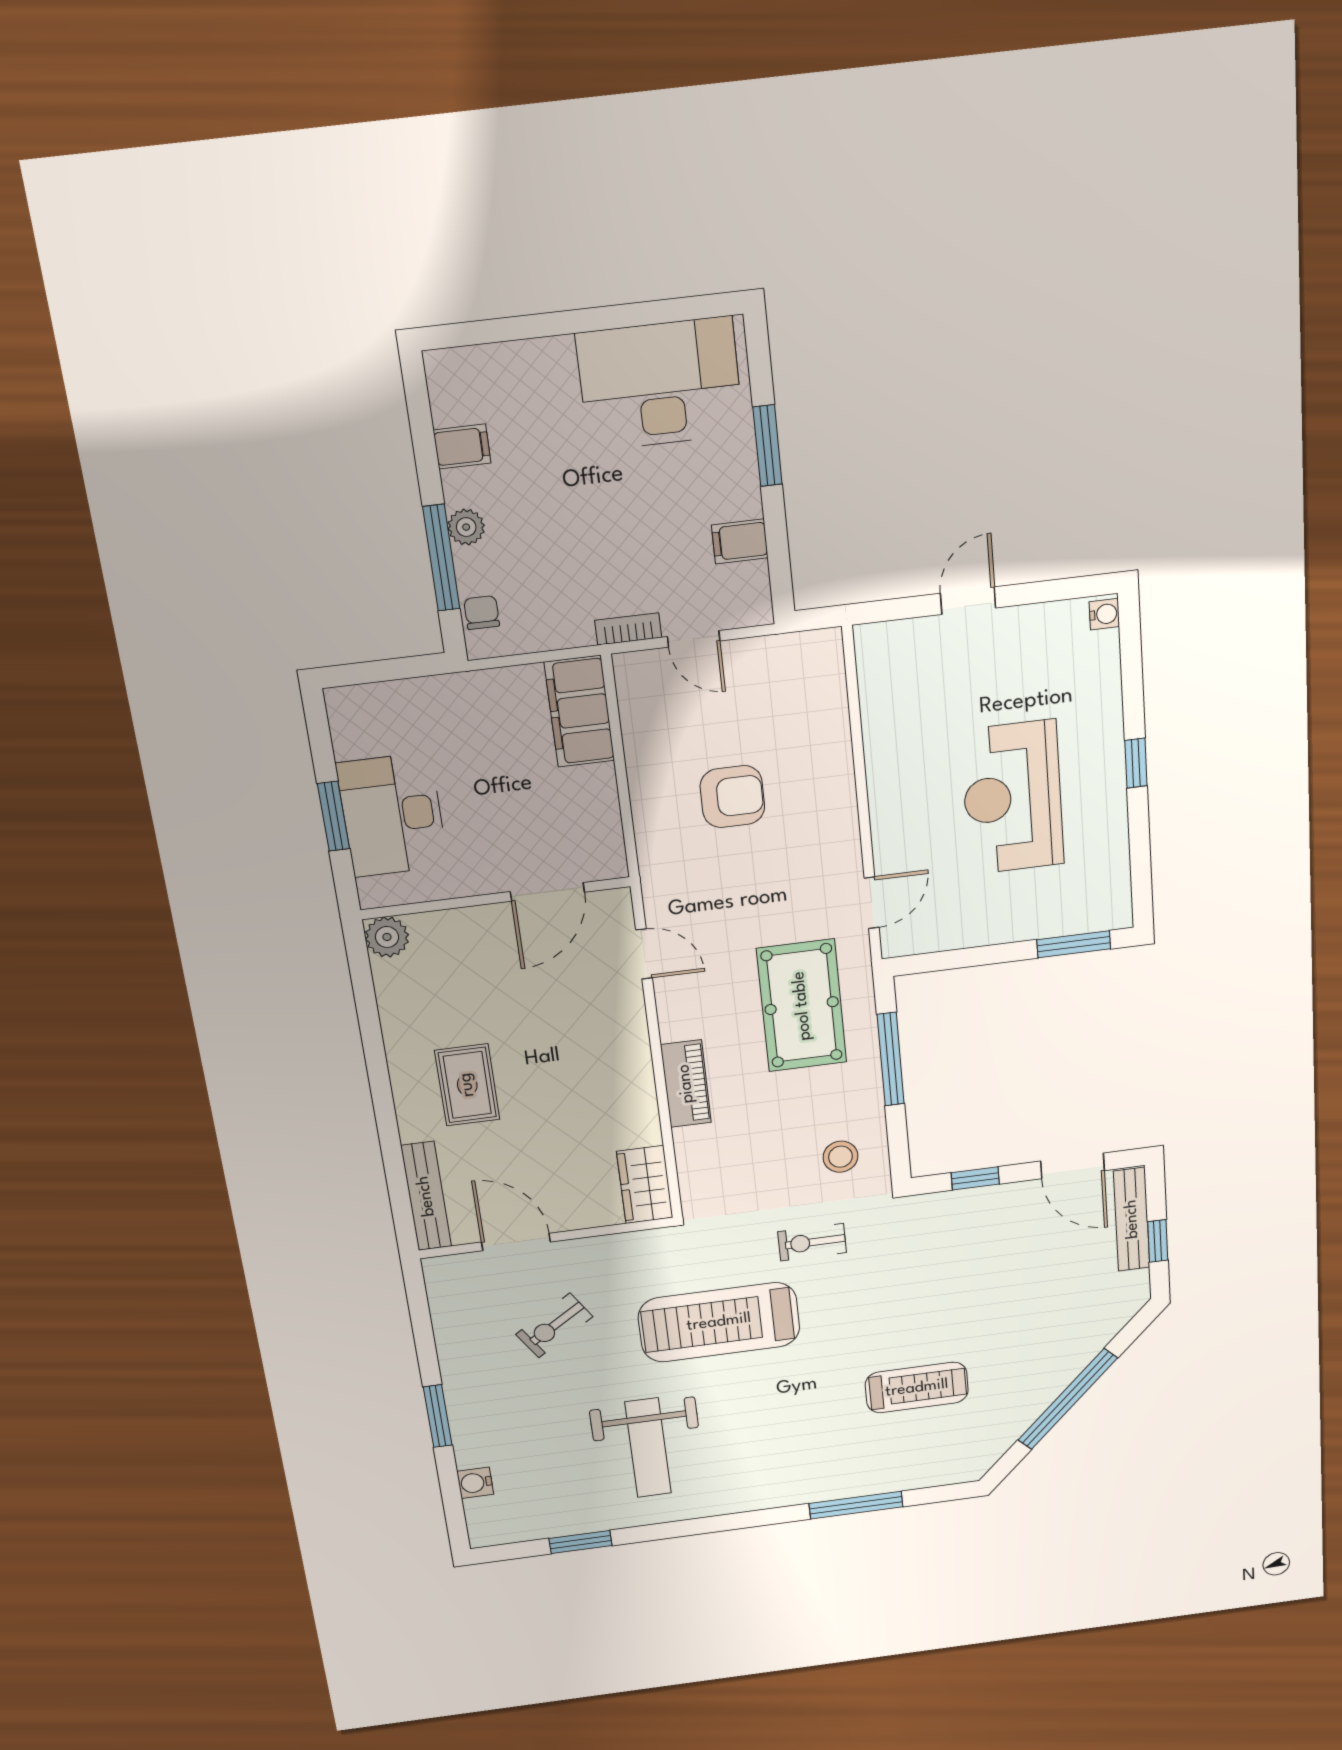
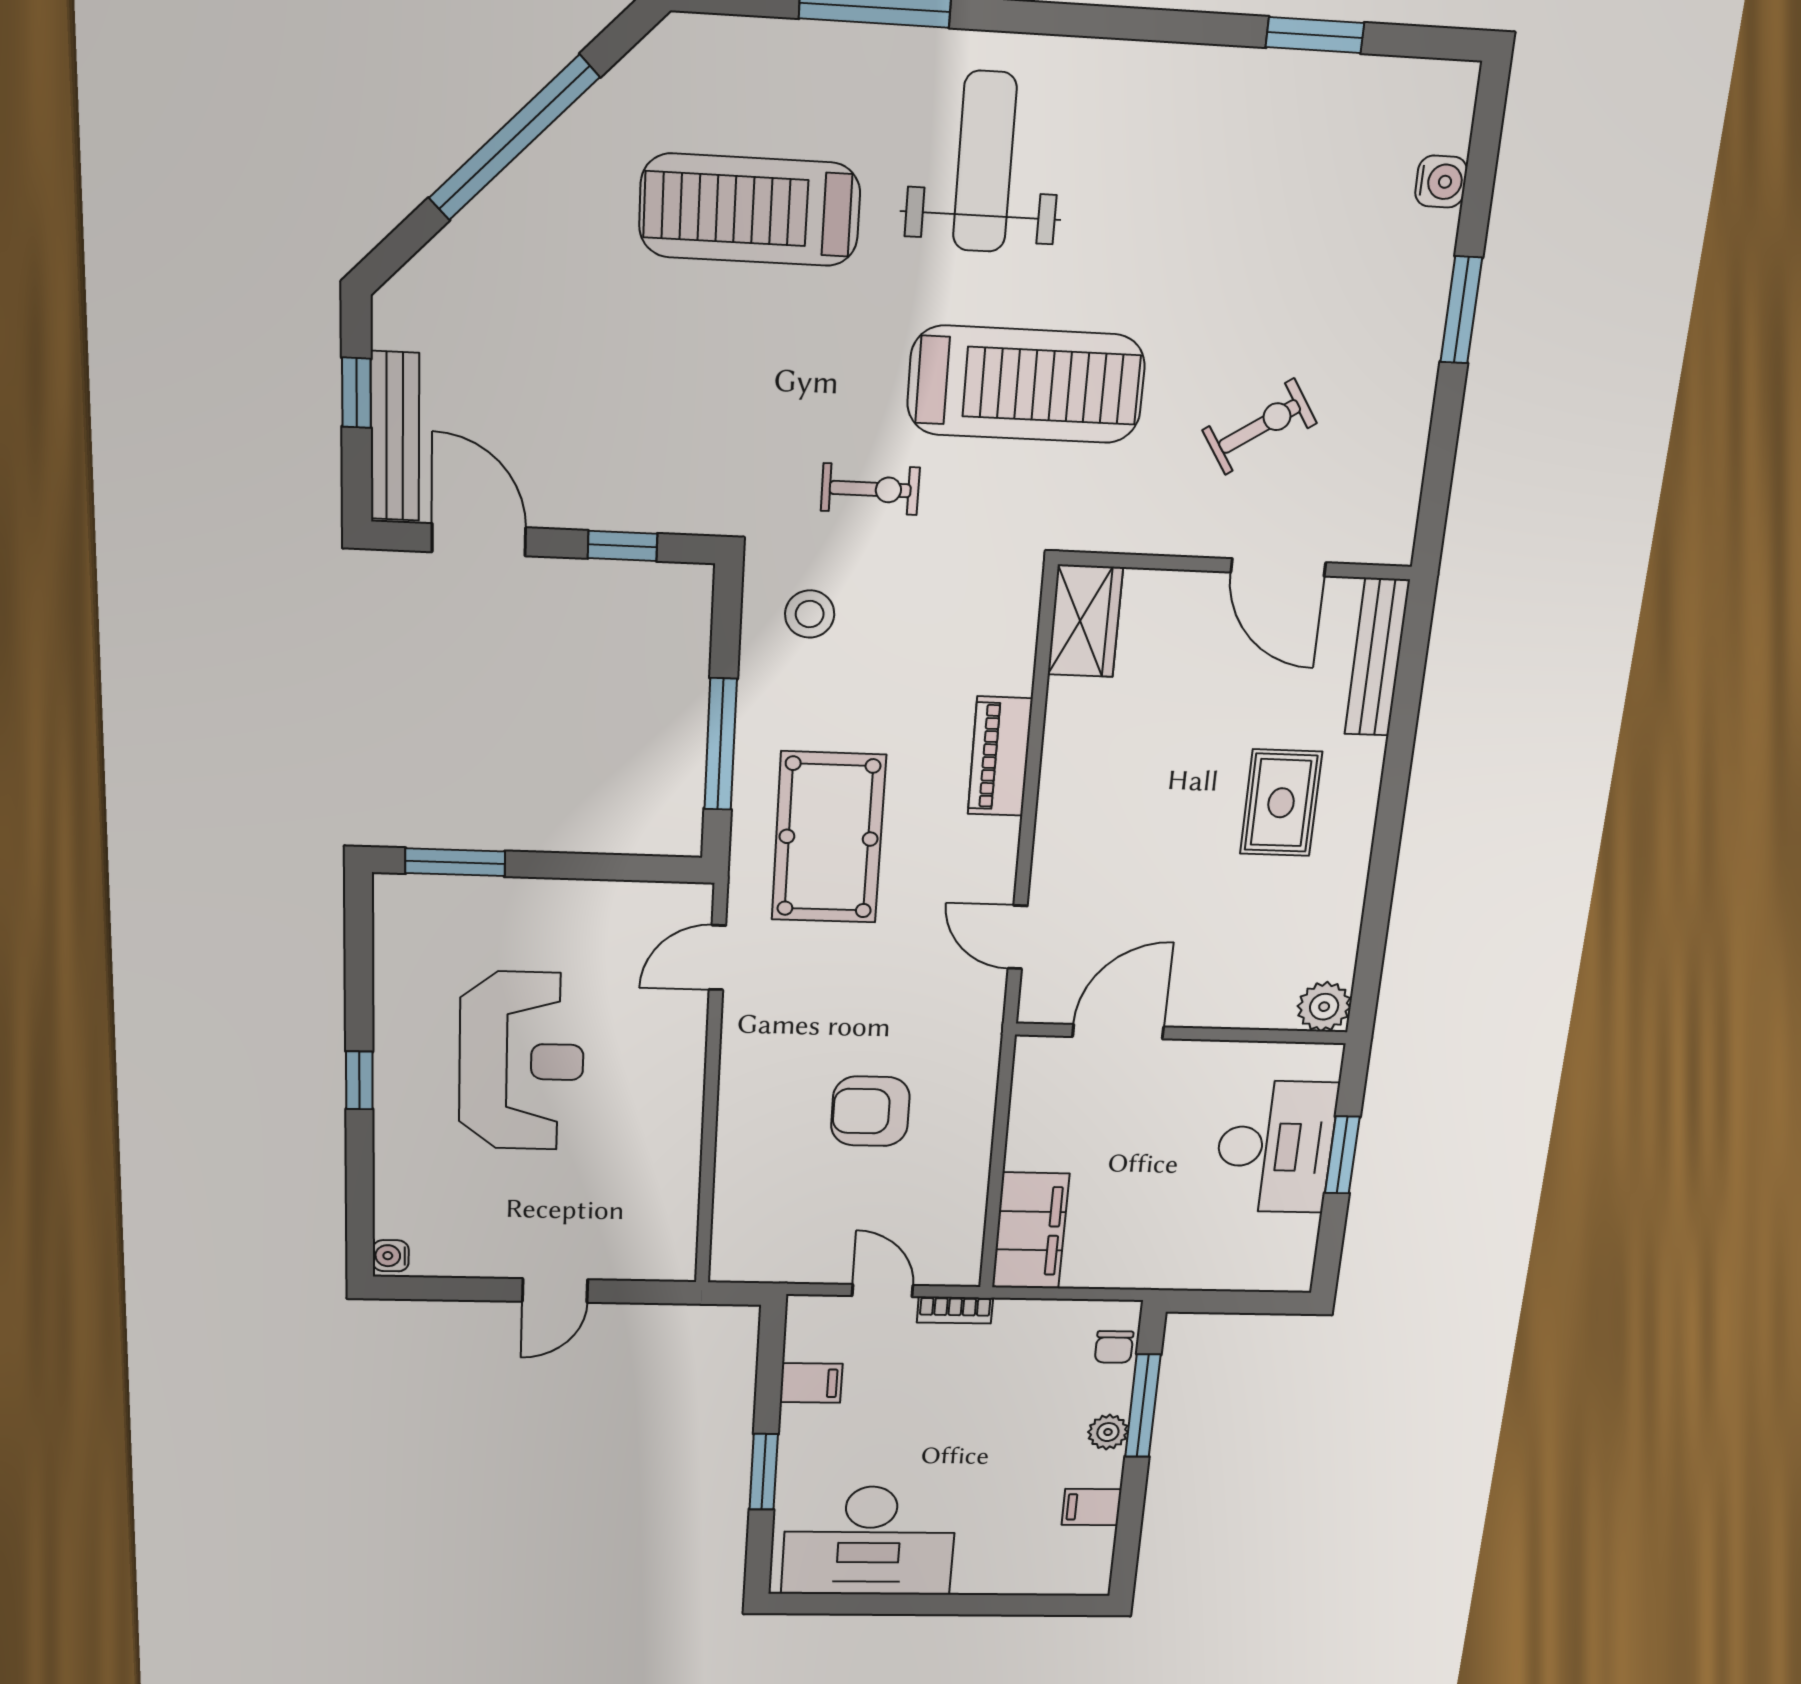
treadmill: (917, 1388) -> (750, 210), width x1.37, depth x1.38
weight bench: (648, 1448) -> (985, 162), moved

